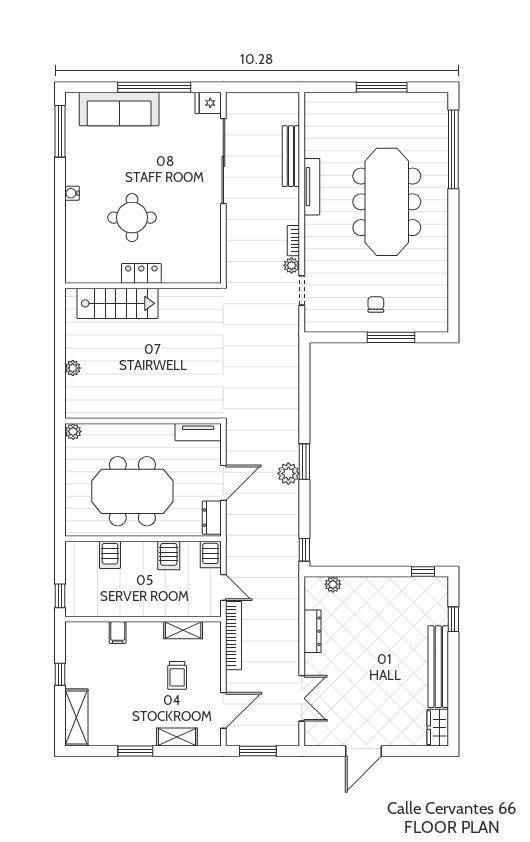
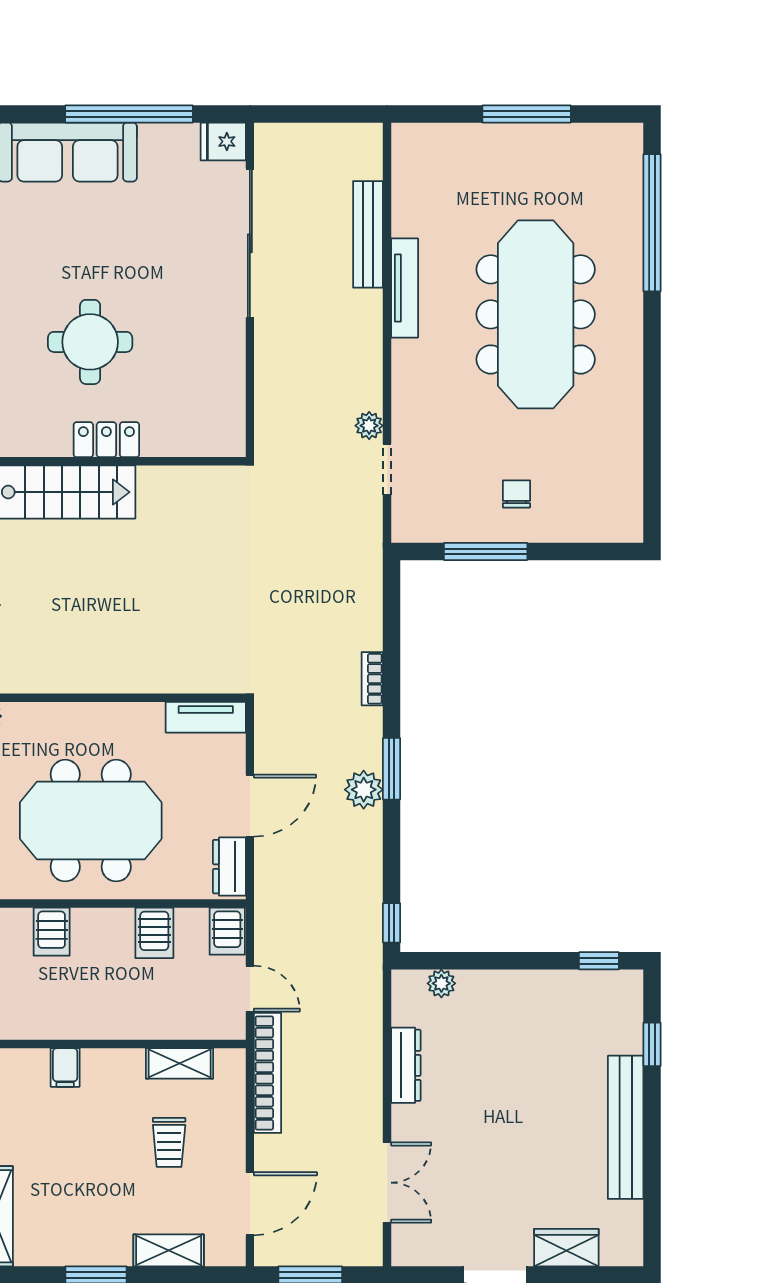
bookcase: (293, 241) -> (372, 679), moved
window: (391, 337) -> (486, 551), moved
wardrobe: (438, 728) -> (566, 1248), moved, turned 90

